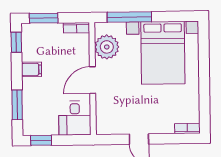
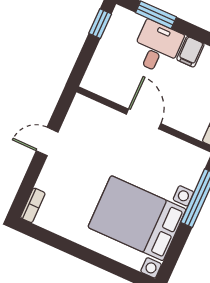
plant: (107, 47) -> (175, 154), removed
desk: (75, 118) -> (157, 47), moved, turned 90

